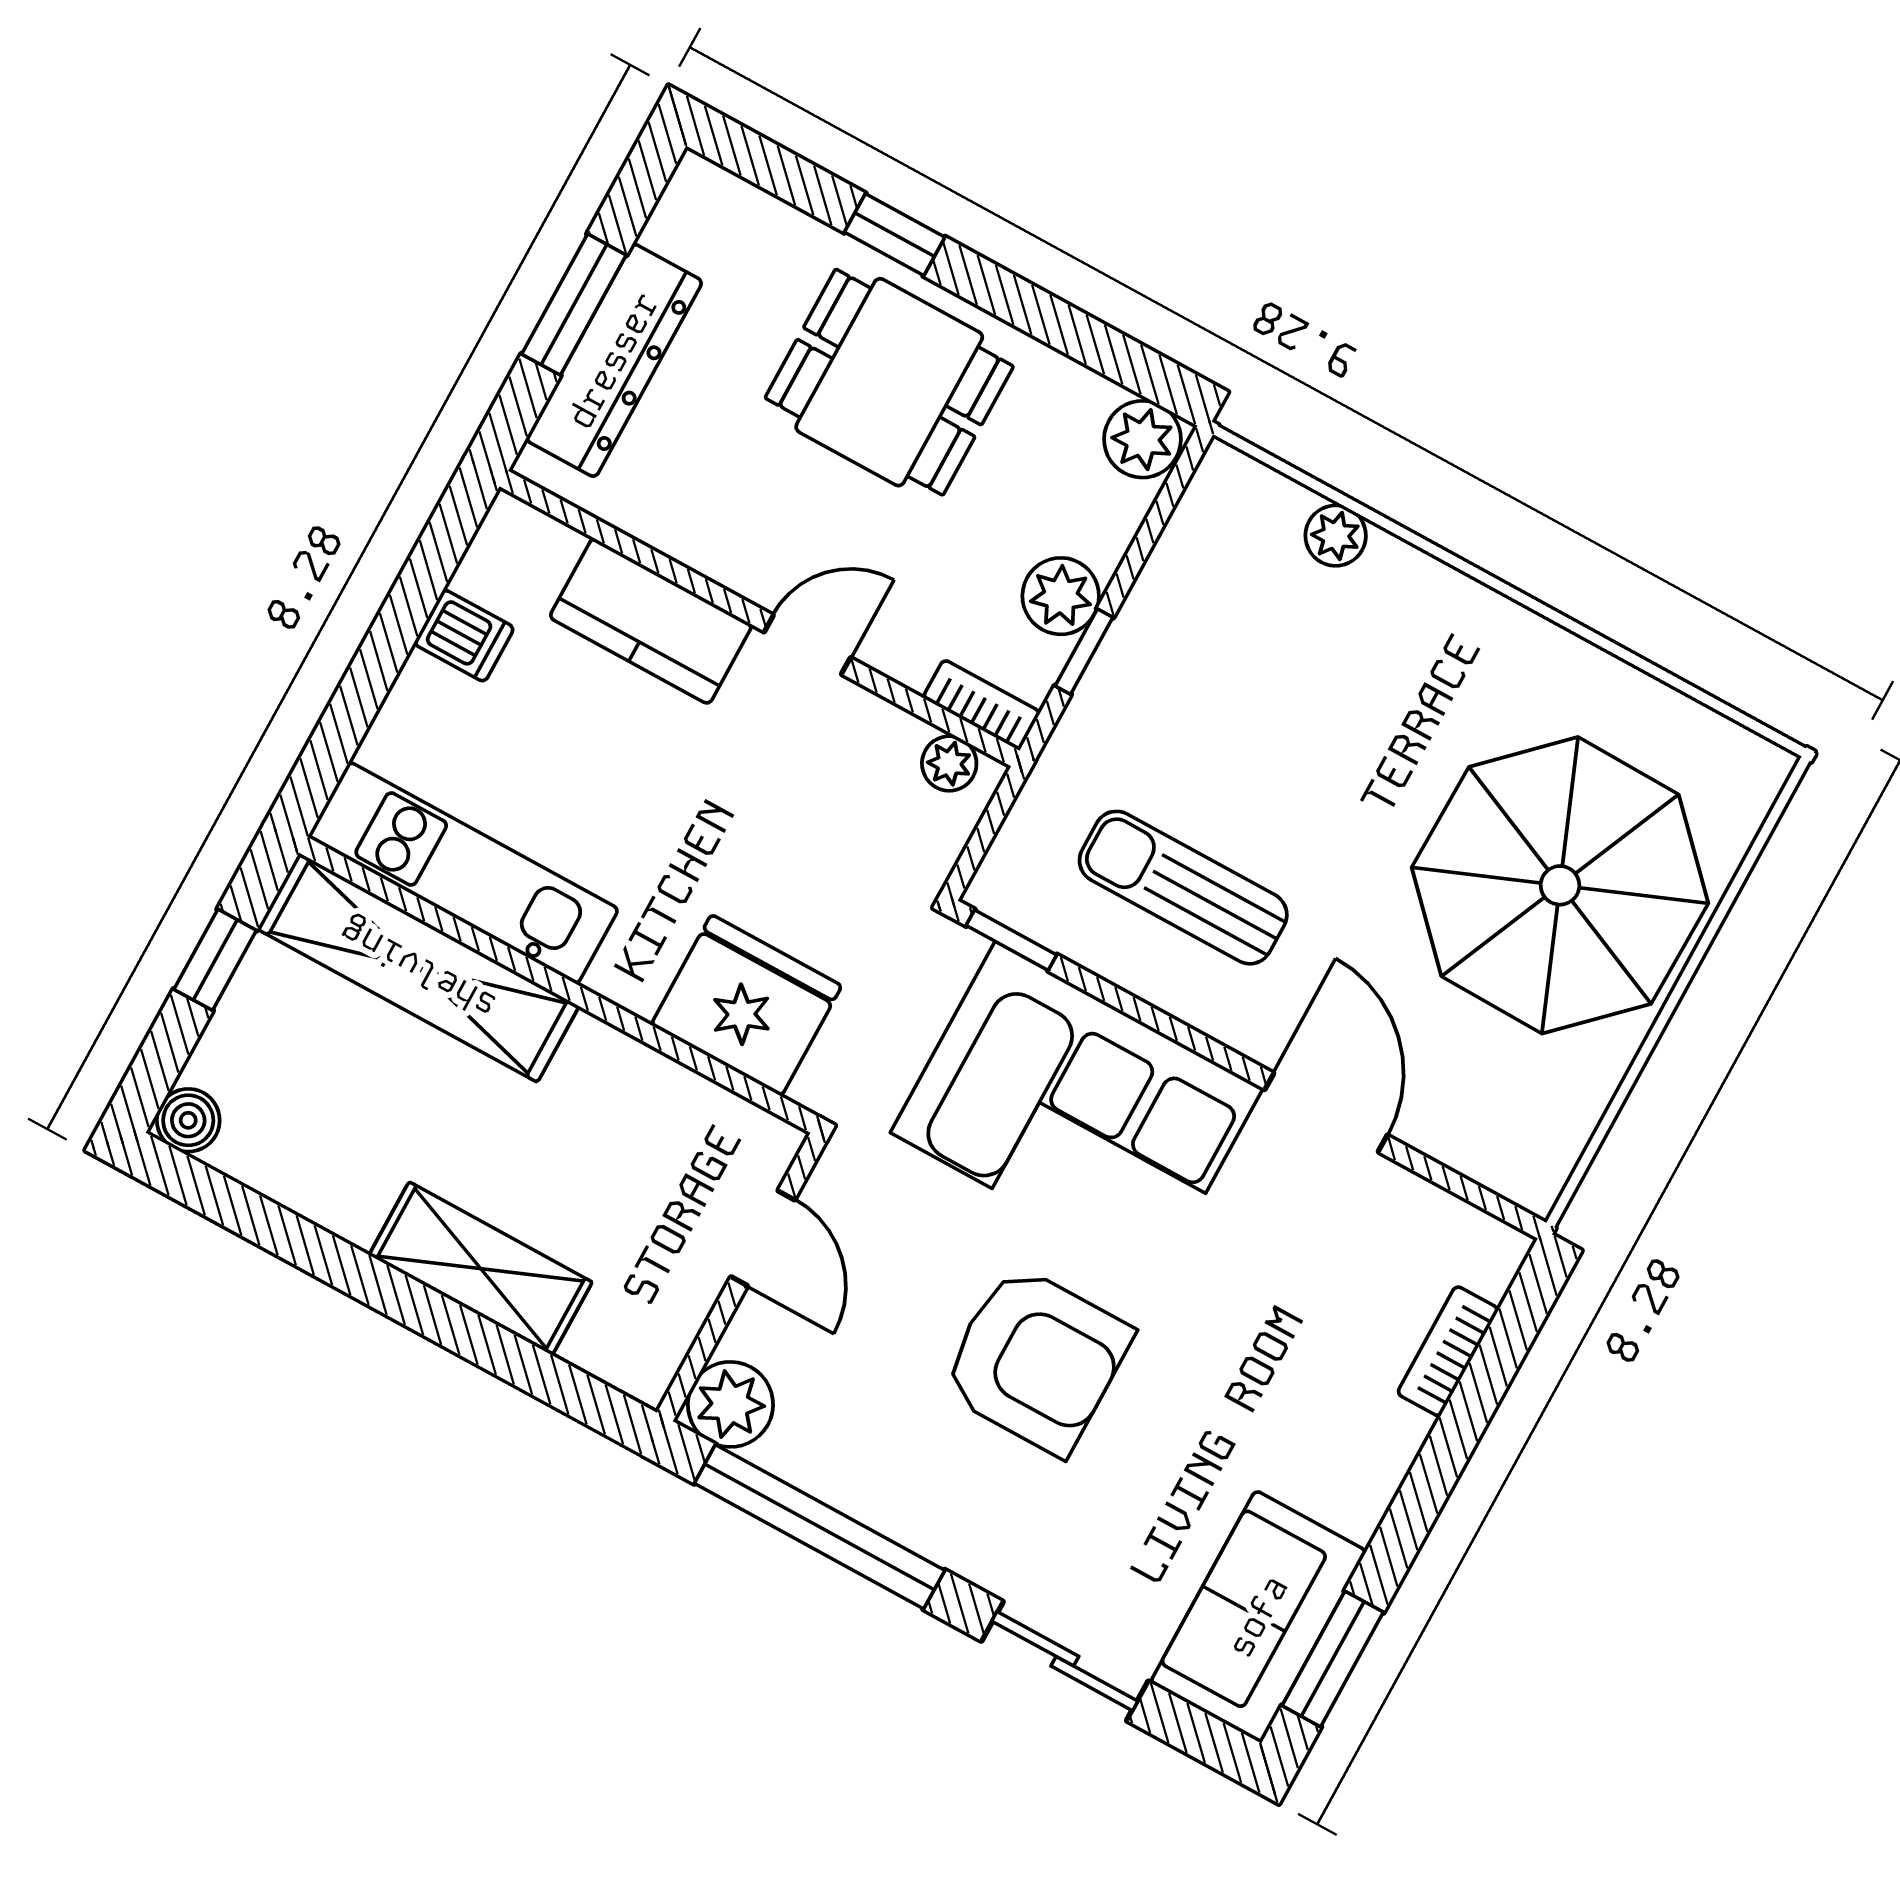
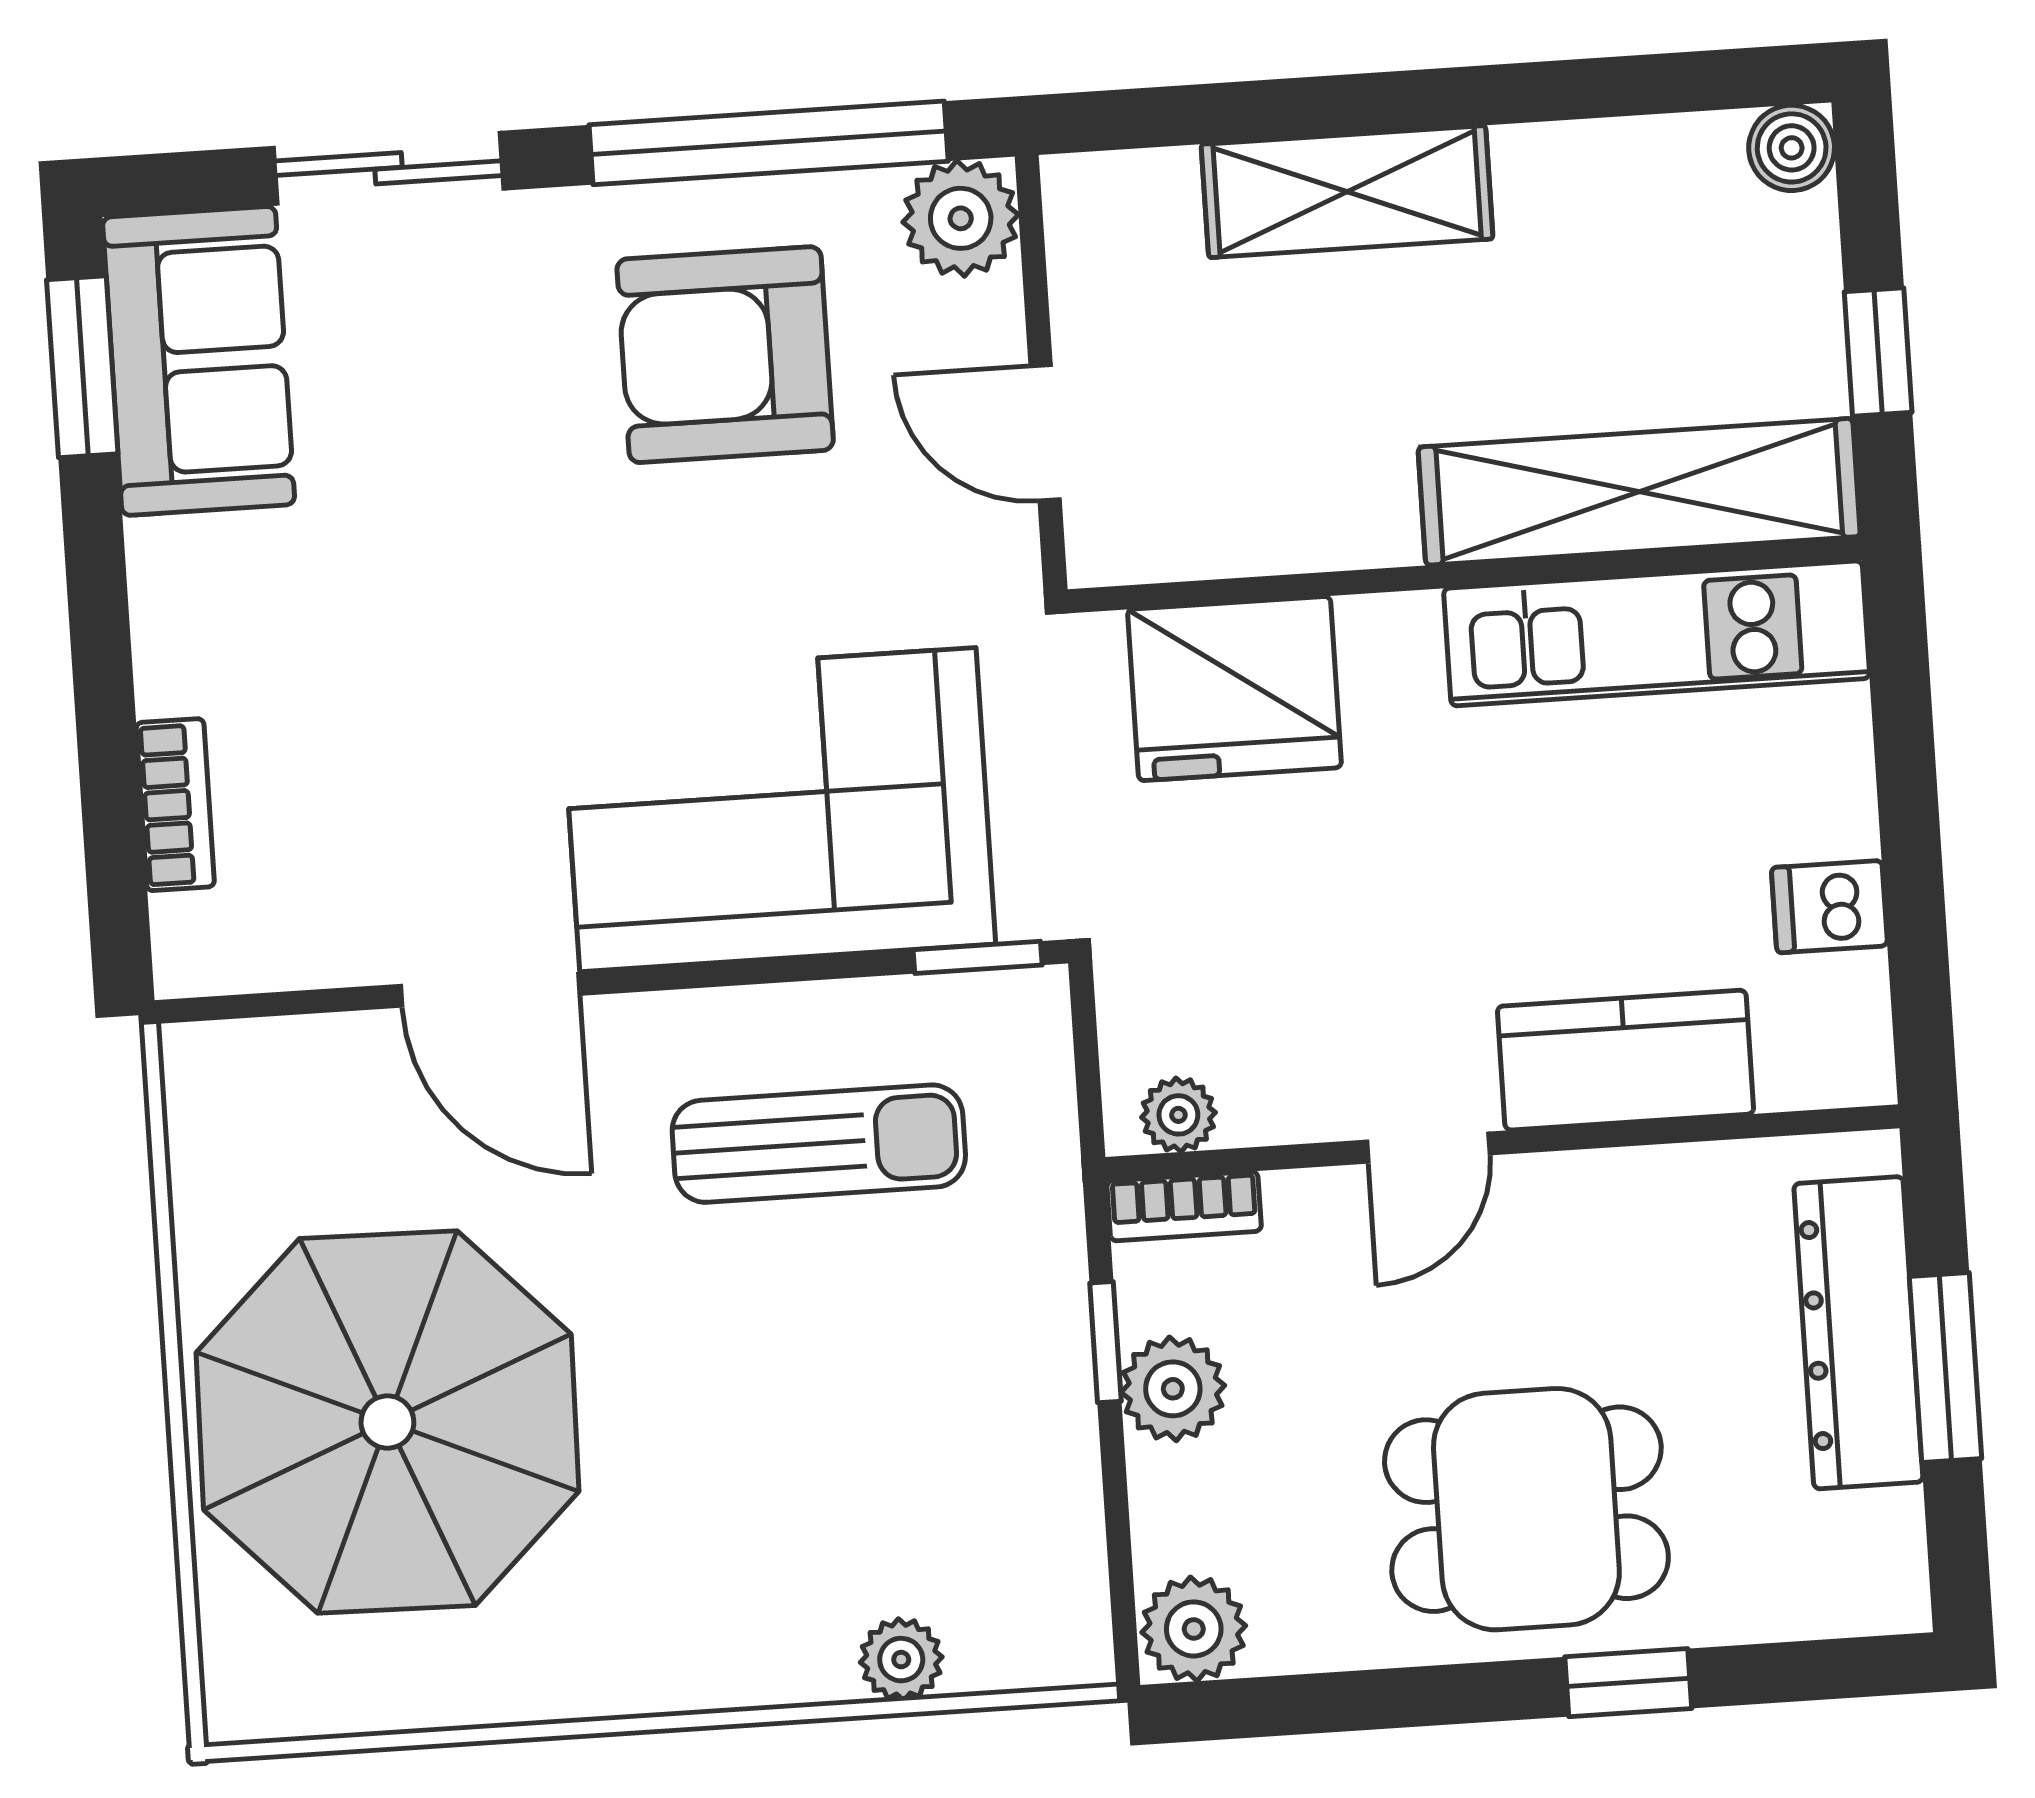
armchair: (1036, 1360) -> (725, 355), moved

